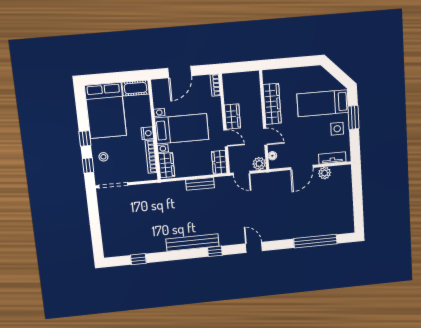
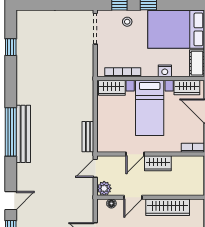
nightstand: (147, 133) -> (165, 71), moved
wardrobe: (219, 162) -> (187, 87), moved, turned 180
bench: (200, 184) -> (88, 137), moved
bench: (193, 243) -> (23, 134), moved
door: (254, 247) -> (11, 201), moved
window: (215, 251) -> (11, 132), width x3.17

